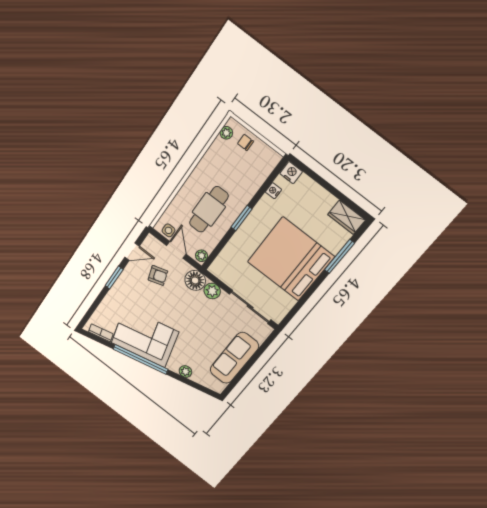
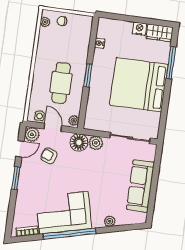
nightstand: (291, 173) -> (139, 29), moved
plant: (151, 245) -> (32, 134), added
armchair: (158, 275) -> (49, 156), turned -145

